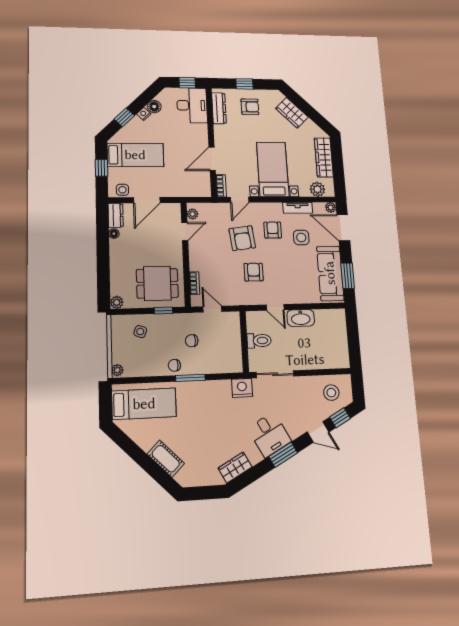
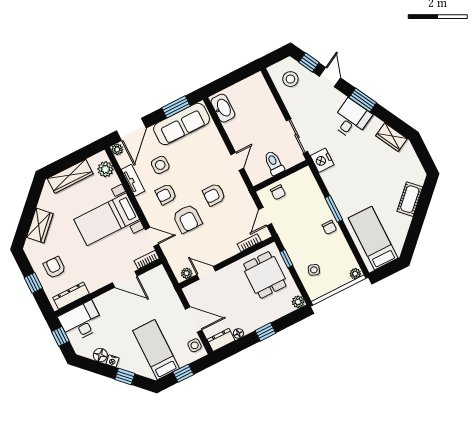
armchair: (242, 238) -> (187, 219), turned 97
window: (103, 259) -> (265, 332), added
washbasin: (301, 318) -> (223, 108), moved
chair: (192, 341) -> (278, 192), moved

